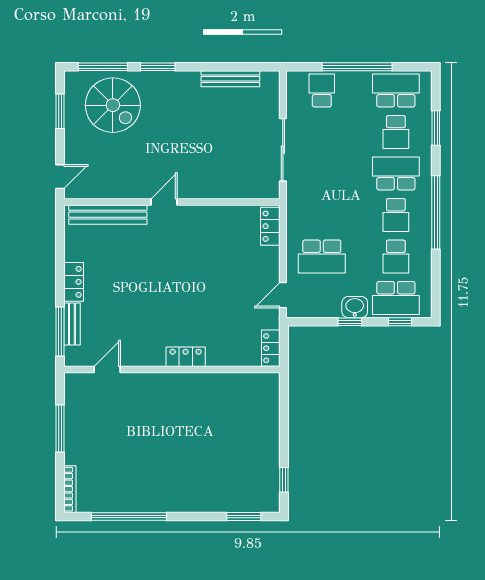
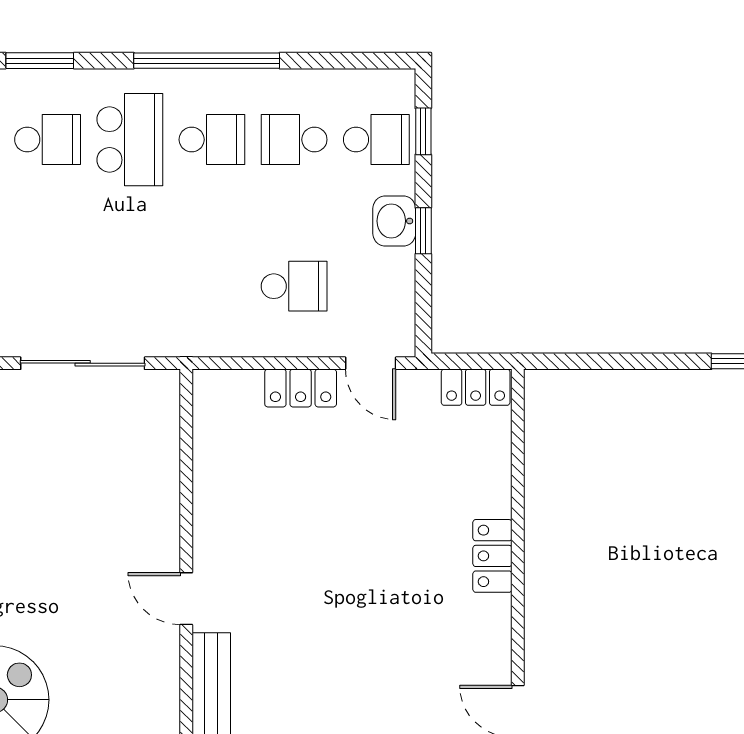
school desk: (396, 173) -> (130, 140), turned 180
locker: (270, 226) -> (301, 388), moved
school desk: (322, 256) -> (294, 286), width x0.54
school desk: (396, 256) -> (294, 140), turned 180
school desk: (396, 298) -> (376, 140), width x0.54

